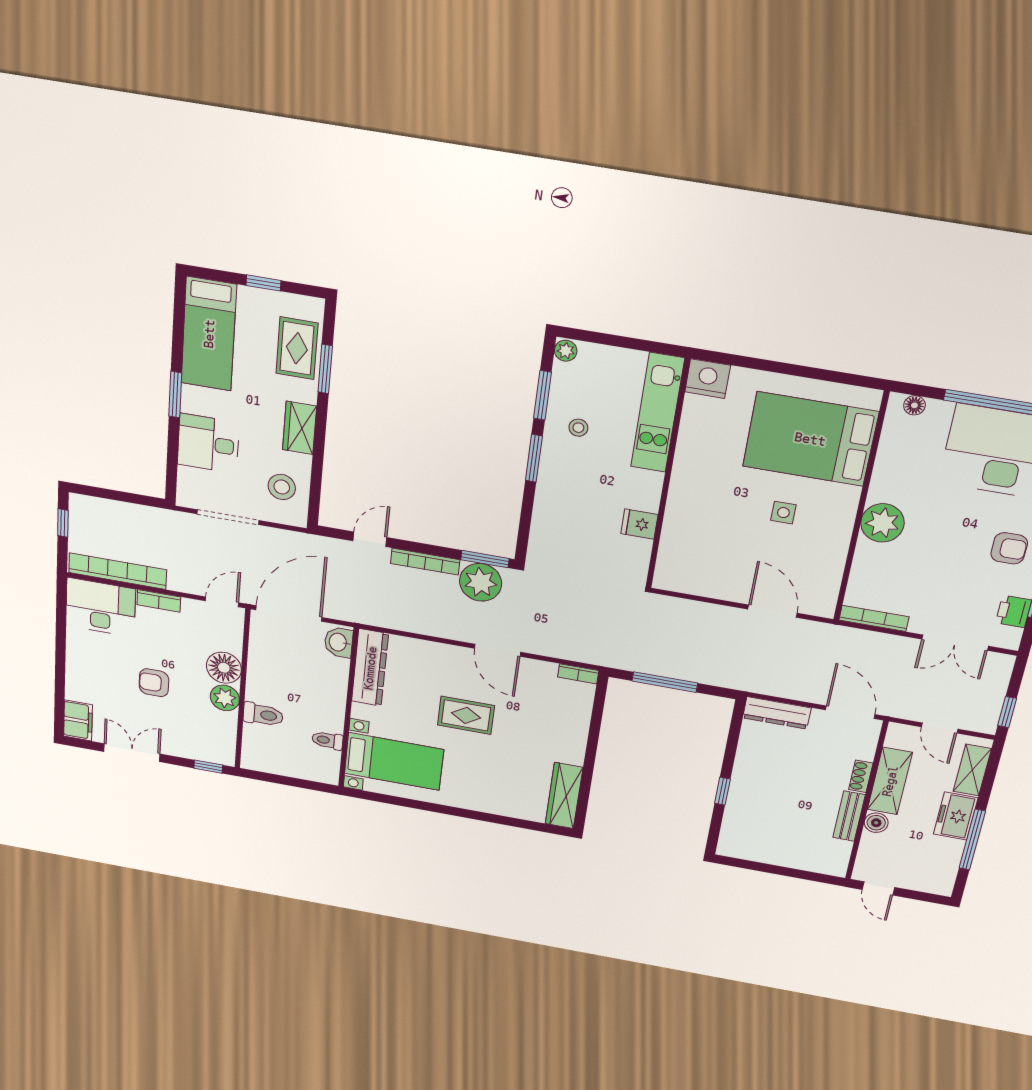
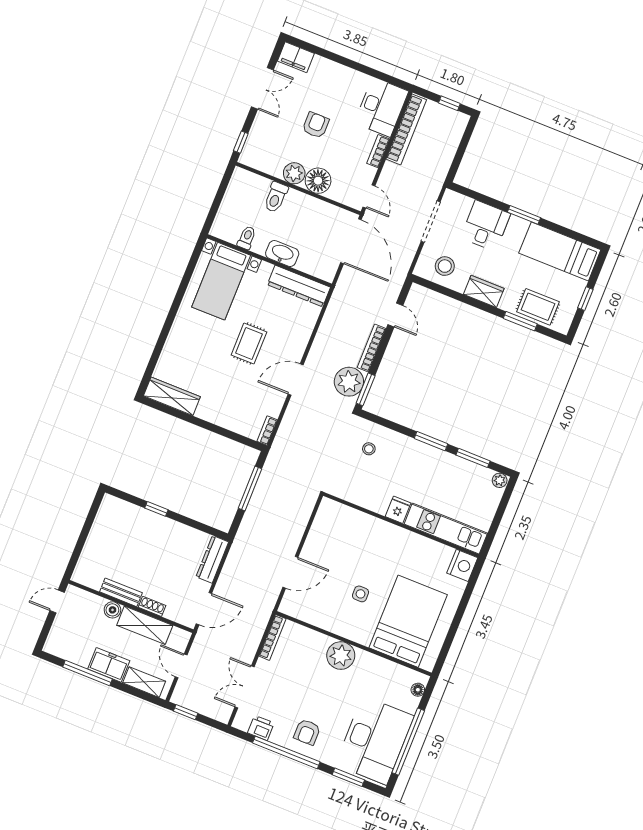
stool: (578, 428) -> (369, 449), moved
fridge: (639, 524) -> (398, 510), moved
washbasin: (339, 642) -> (282, 254), moved, width x1.38
door: (940, 728) -> (181, 666), hinge flipped

